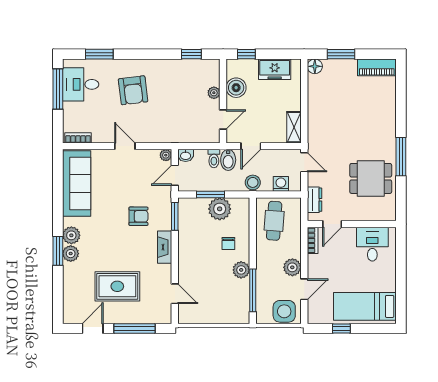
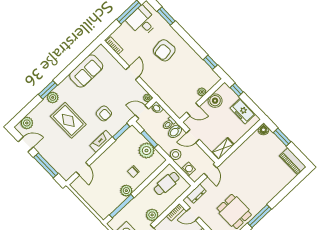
sofa: (77, 184) -> (86, 71), width x0.73
plant: (71, 235) -> (27, 123), moved
rug: (117, 286) -> (68, 120), moved

